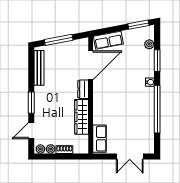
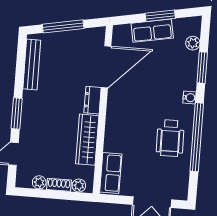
window: (138, 25) -> (160, 16), moved
row of seats: (108, 40) -> (152, 31), moved
wheelchair: (139, 111) -> (170, 138), added
plant: (40, 149) -> (79, 186), moved

